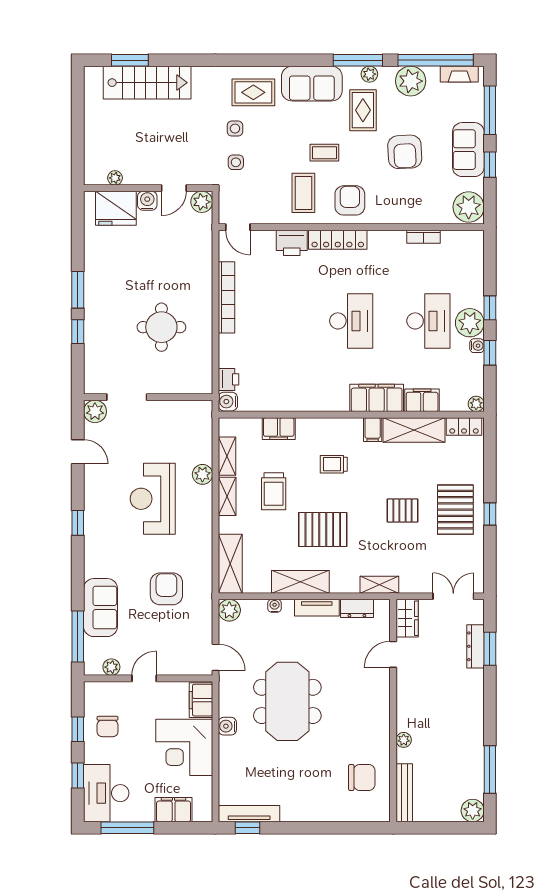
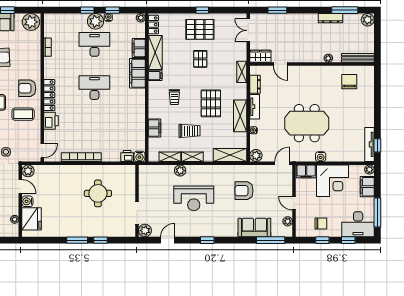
dresser: (475, 646) -> (331, 18), moved
plant: (204, 814) -> (369, 170), added

